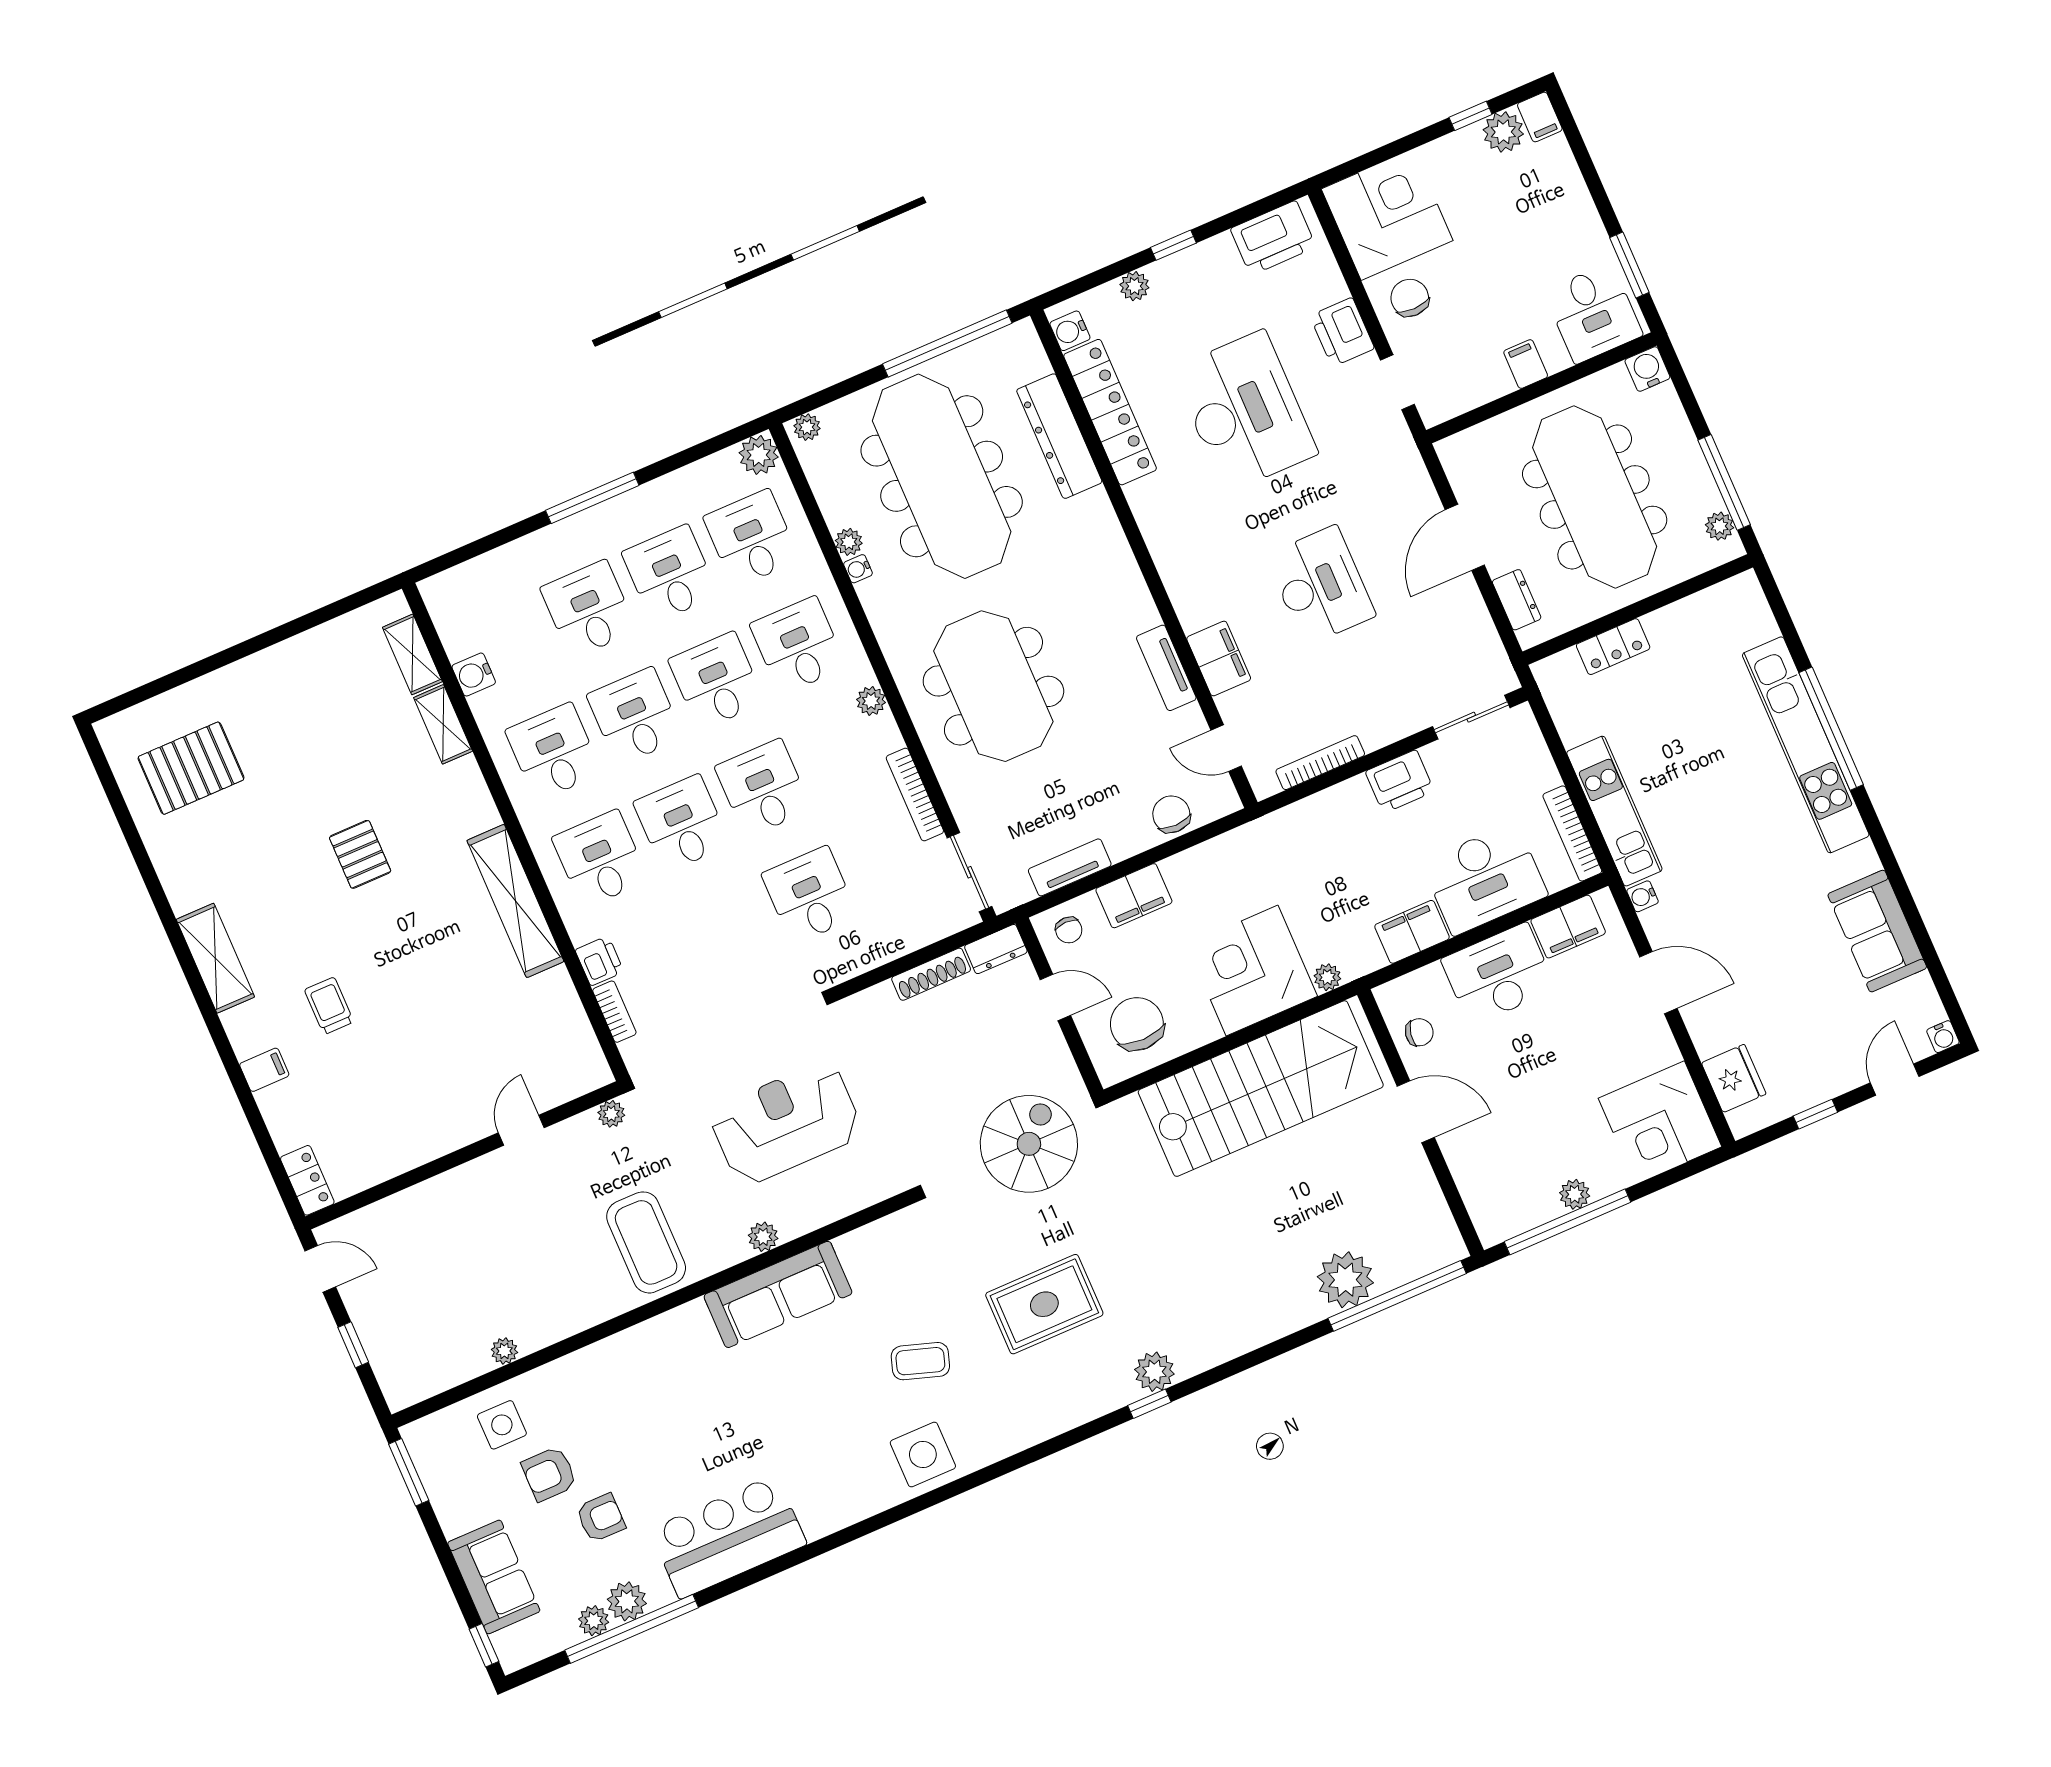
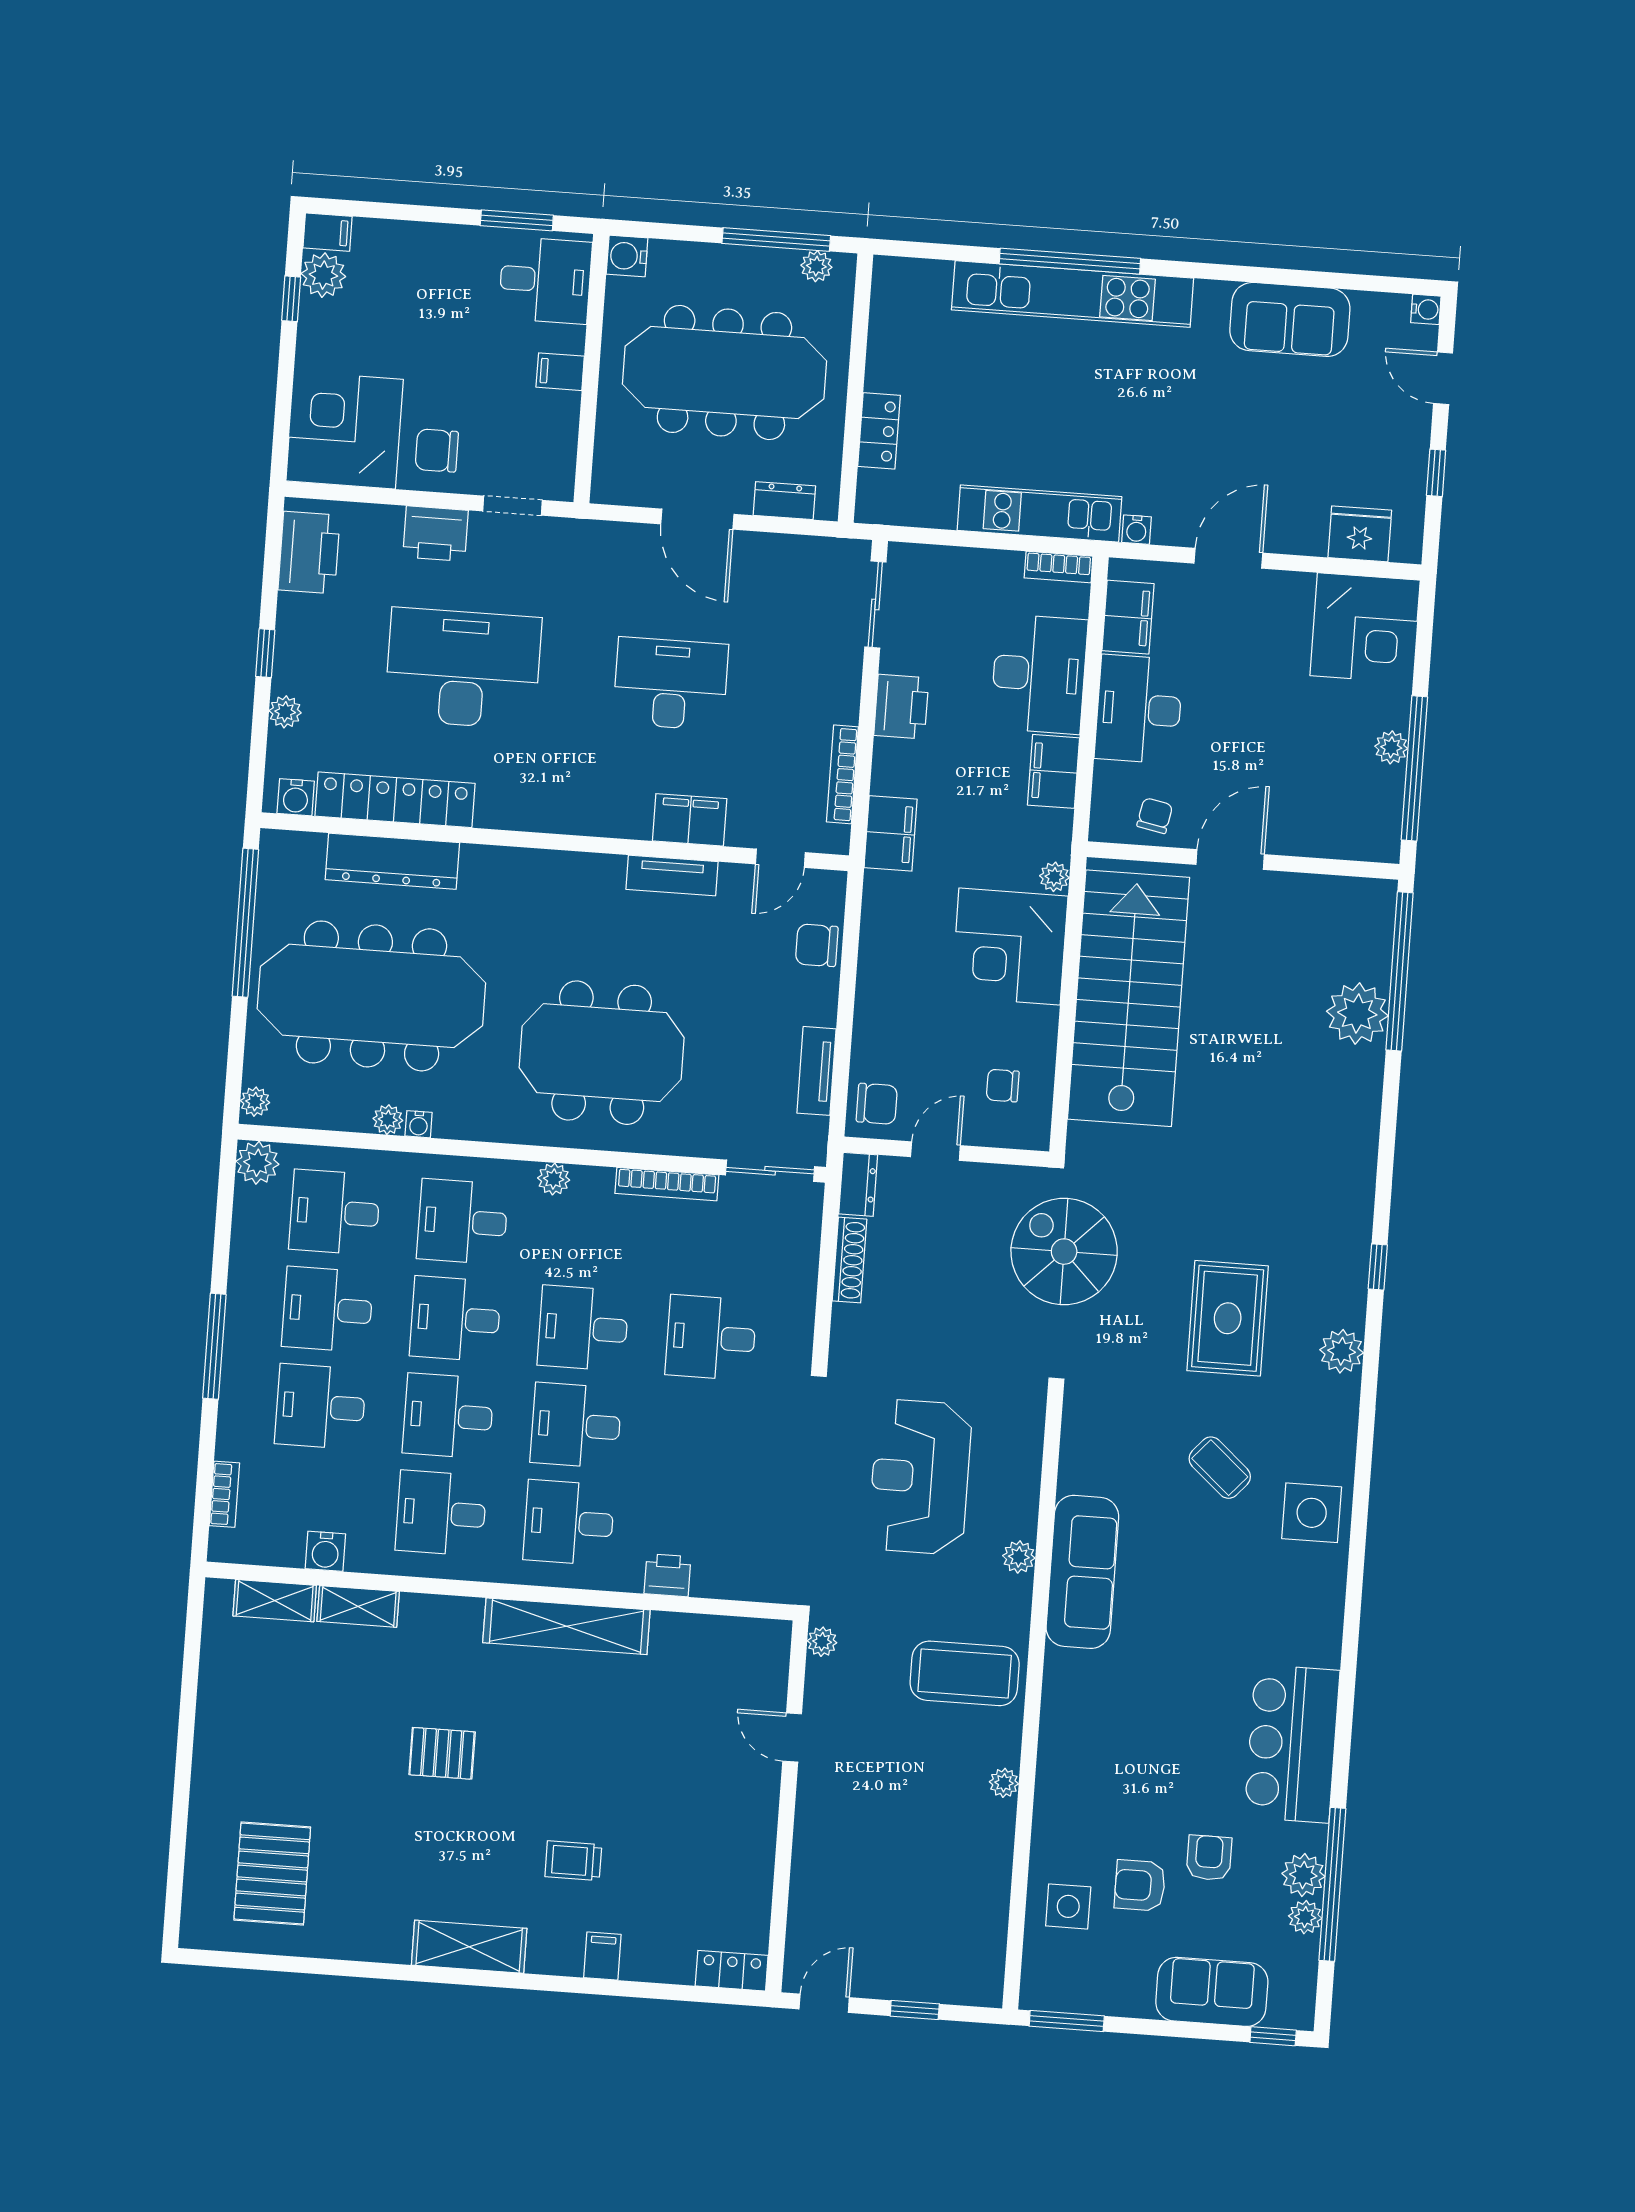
bookcase: (1572, 833) -> (1059, 567), width x0.64
filing cabinet: (1134, 896) -> (891, 833), moved
chair: (1069, 930) -> (877, 1104), width x1.37, depth x1.37
bookcase: (614, 1012) -> (224, 1494), moved, turned 90
chair: (1137, 1024) -> (1003, 1086), width x0.54, depth x0.54
plant: (504, 1351) -> (1004, 1783), moved
coffee table: (920, 1361) -> (1220, 1468), turned -67
plant: (1154, 1372) -> (1342, 1351), moved
armchair: (549, 1474) -> (1140, 1885), turned 90

